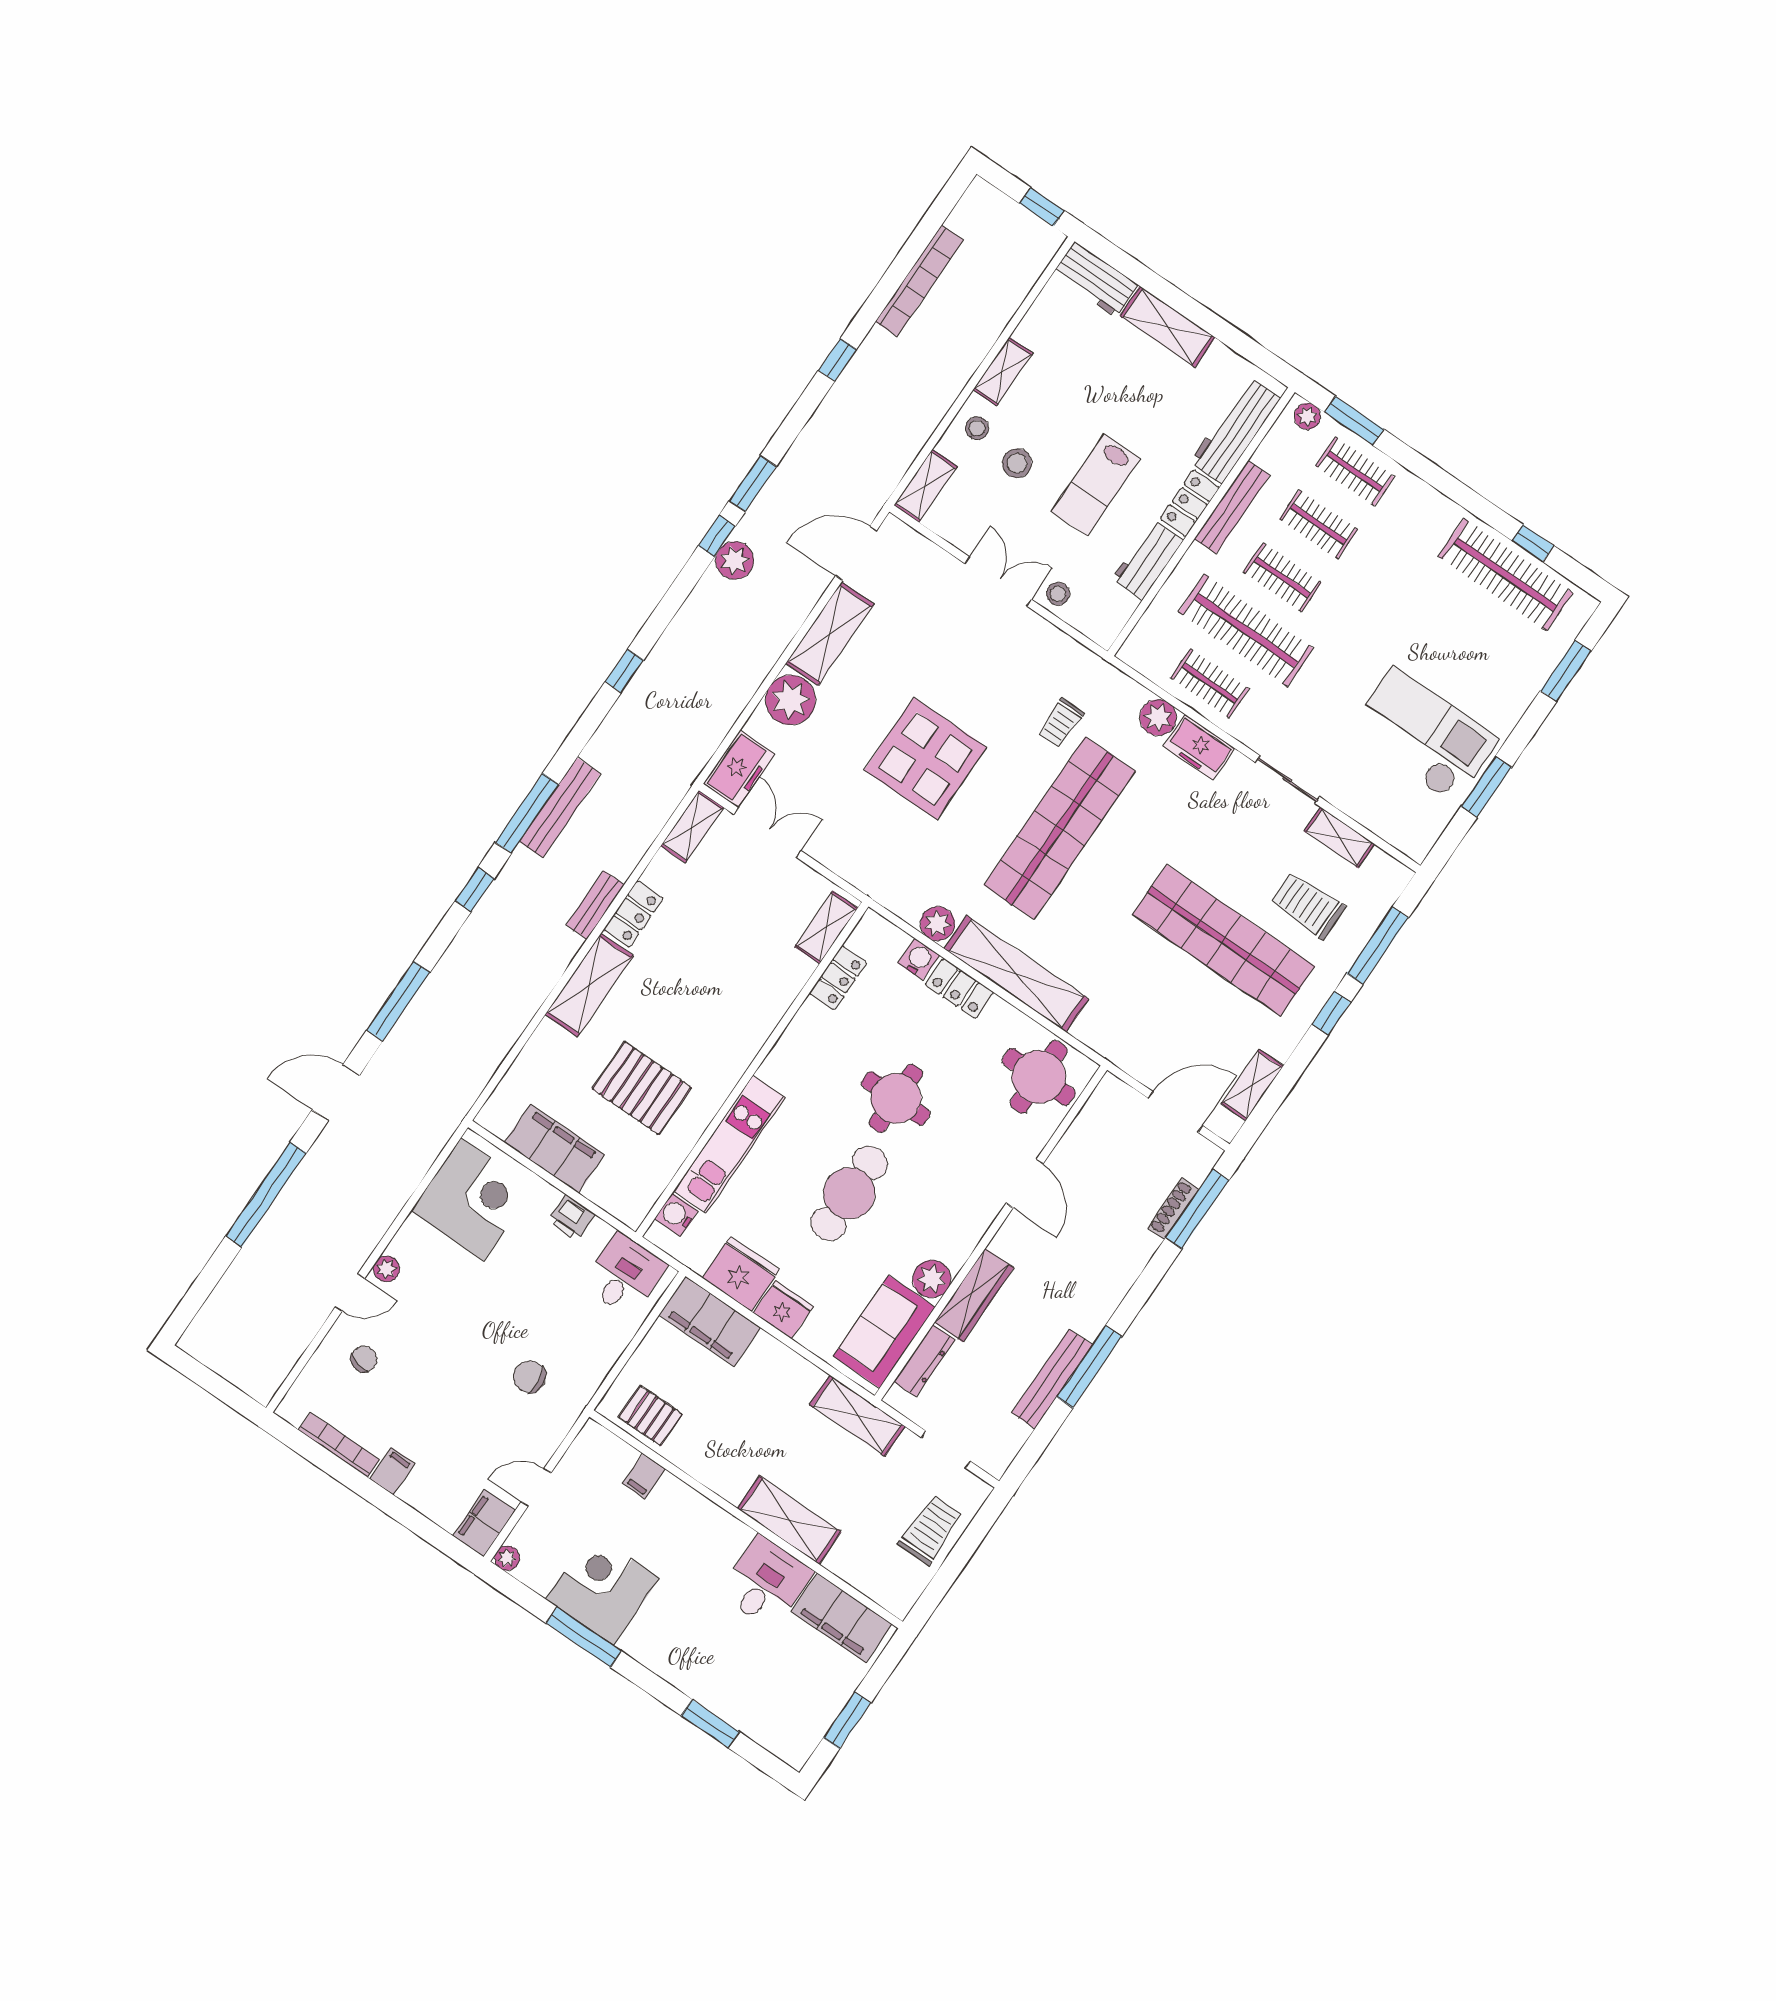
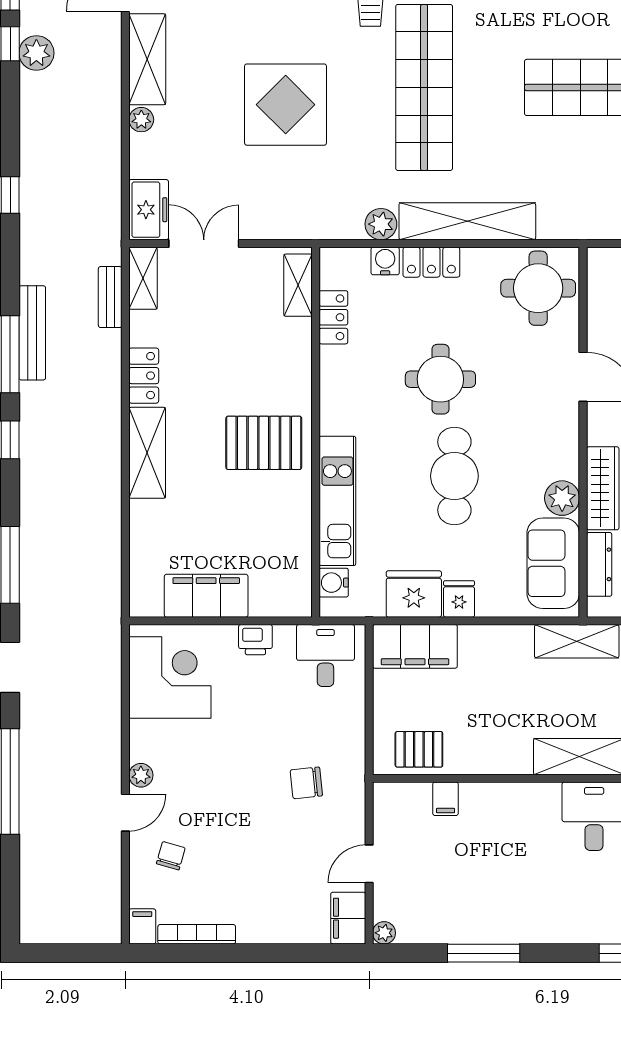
plant: (791, 700) -> (141, 120), width x0.53, depth x0.53
bench: (595, 905) -> (110, 297), moved
pallet: (642, 1088) -> (264, 443), moved
fridge: (783, 1310) -> (459, 599), width x0.72
filing cabinet: (392, 1471) -> (142, 926), moved
corner desk: (602, 1588) -> (473, 906), removed

